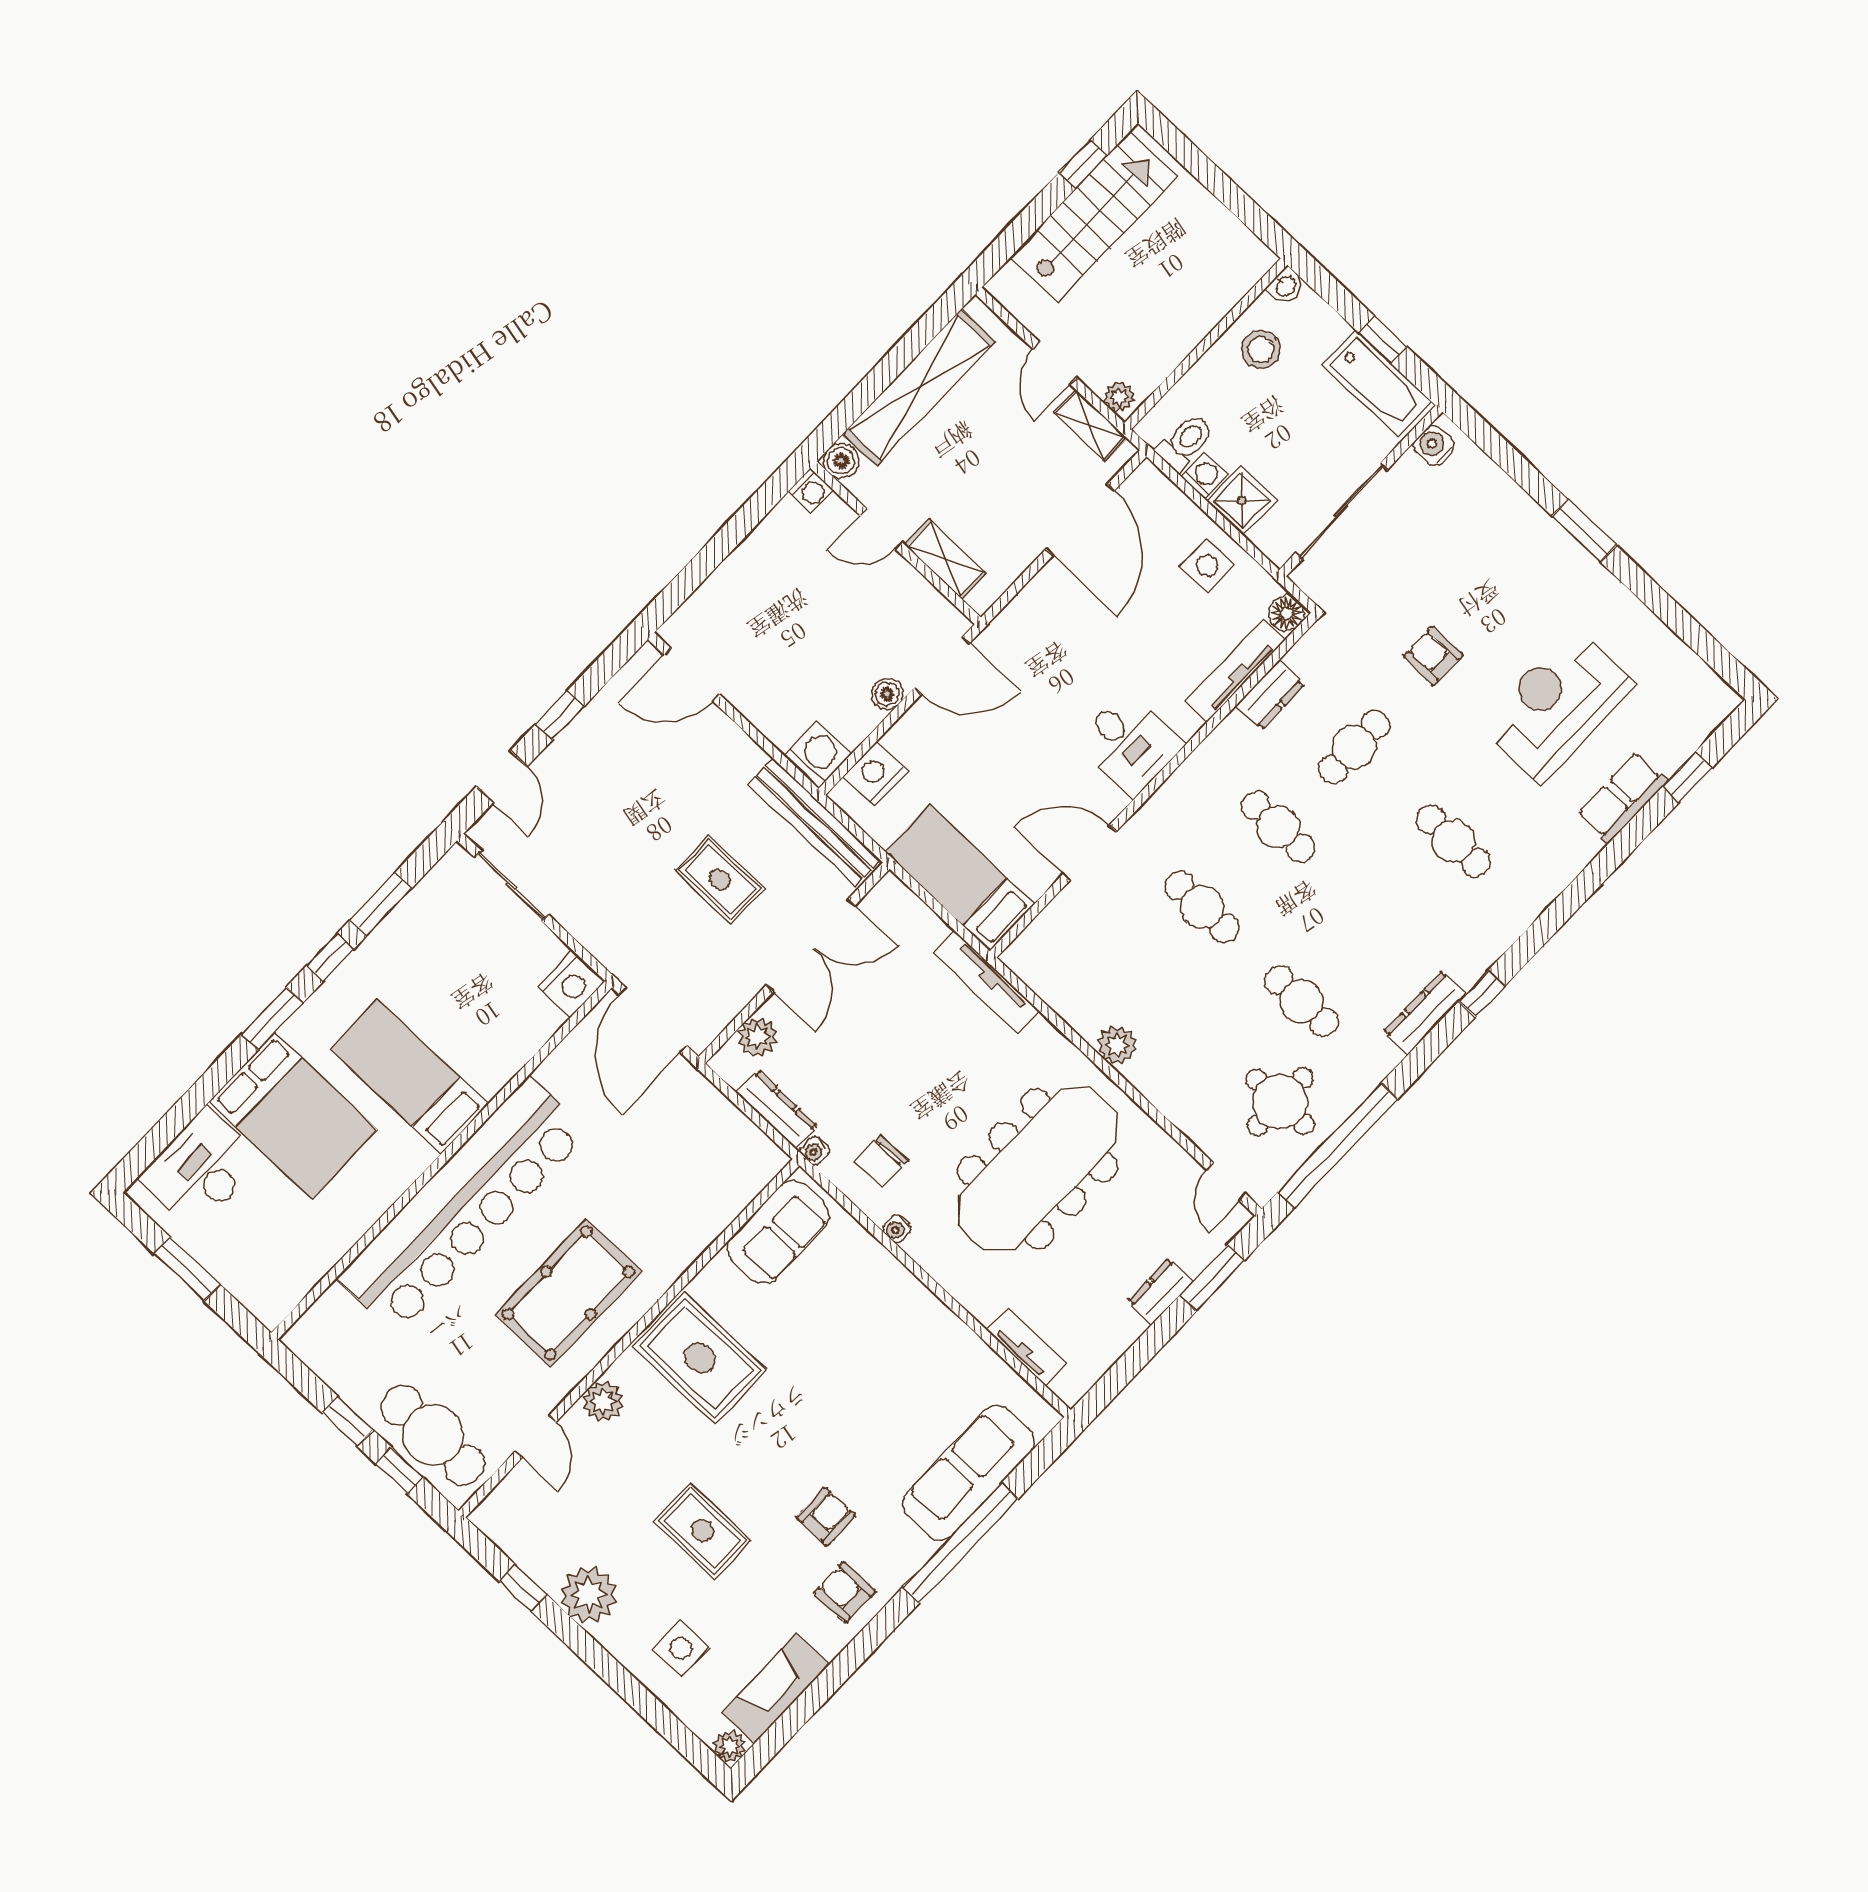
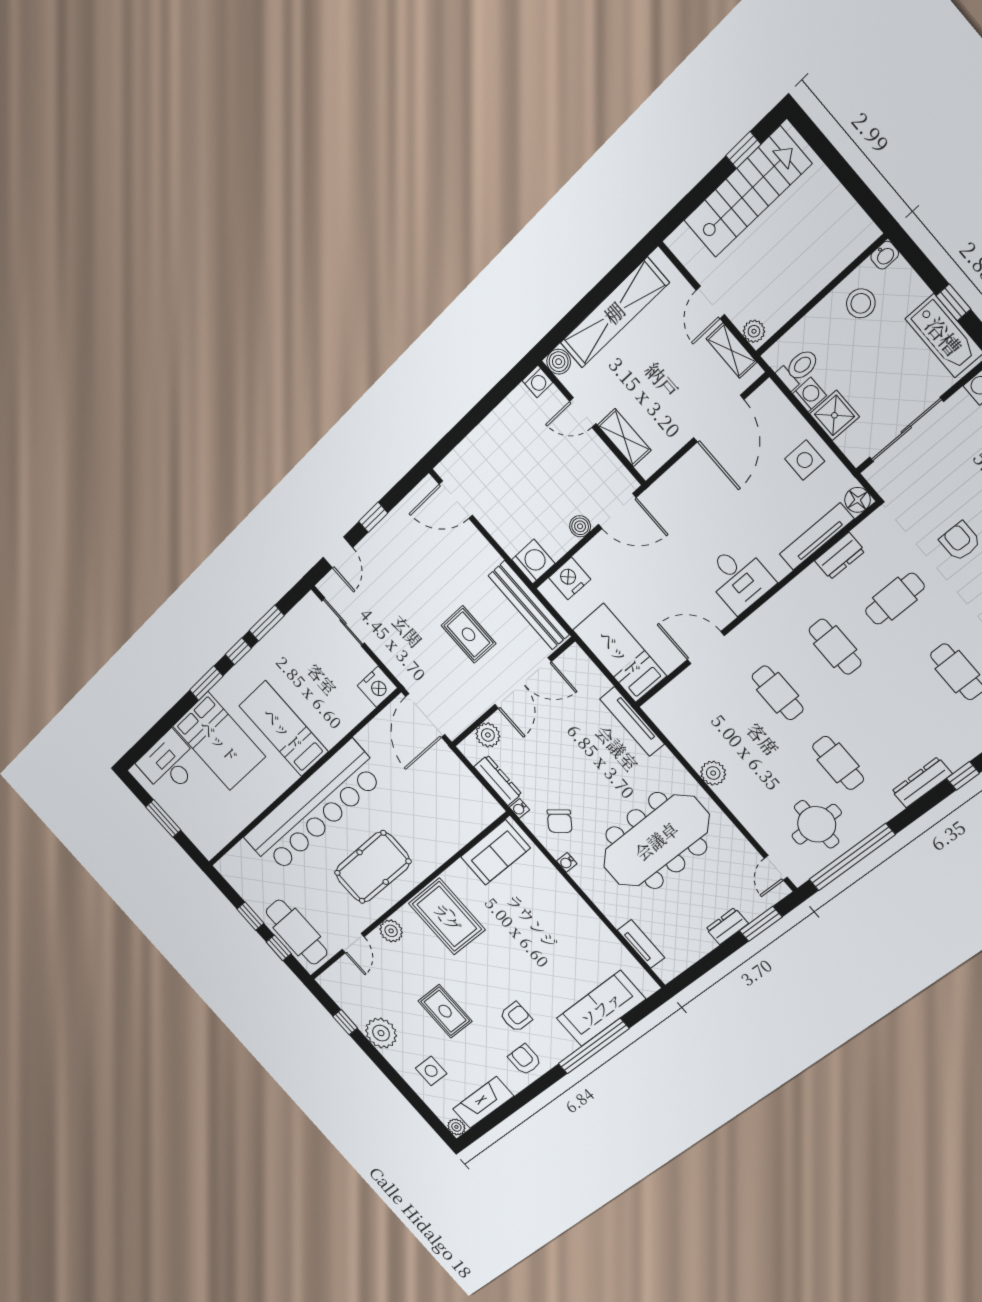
chair: (881, 1161) -> (560, 821), turned -52

